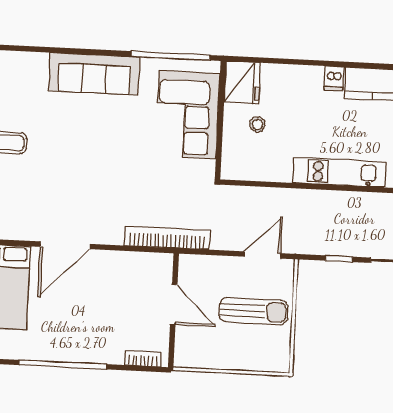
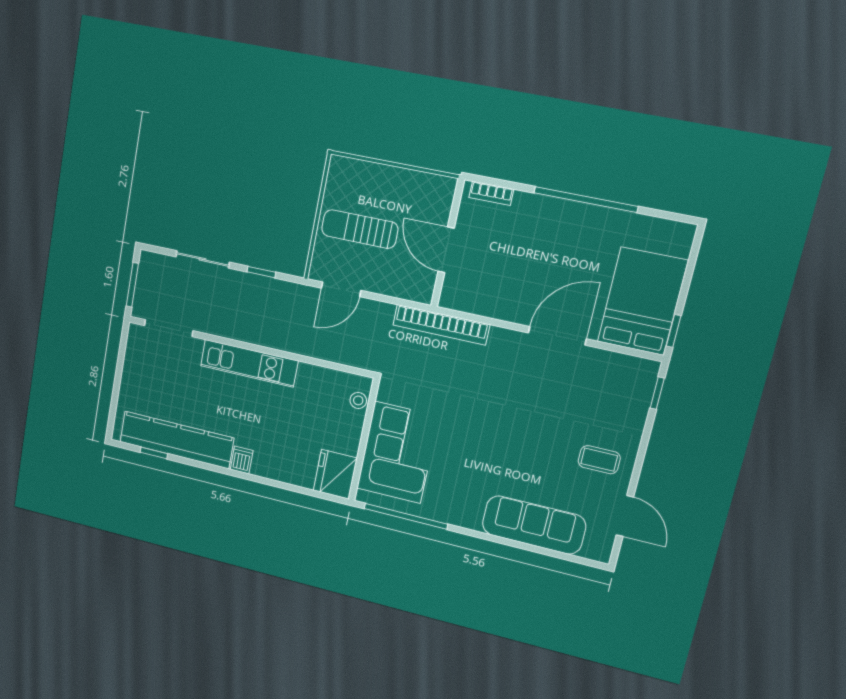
sofa: (94, 74) -> (534, 525), moved
stool: (257, 124) -> (358, 400), moved

